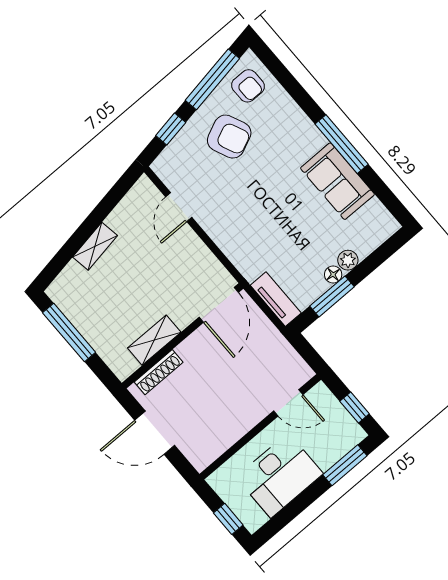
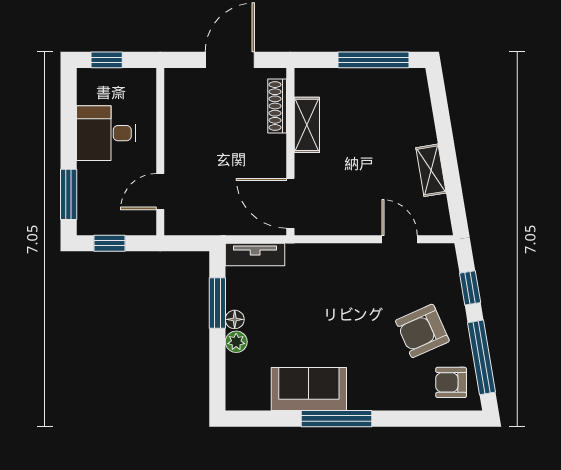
shelving: (95, 246) -> (431, 170), moved
desk: (280, 475) -> (106, 133), width x0.73

